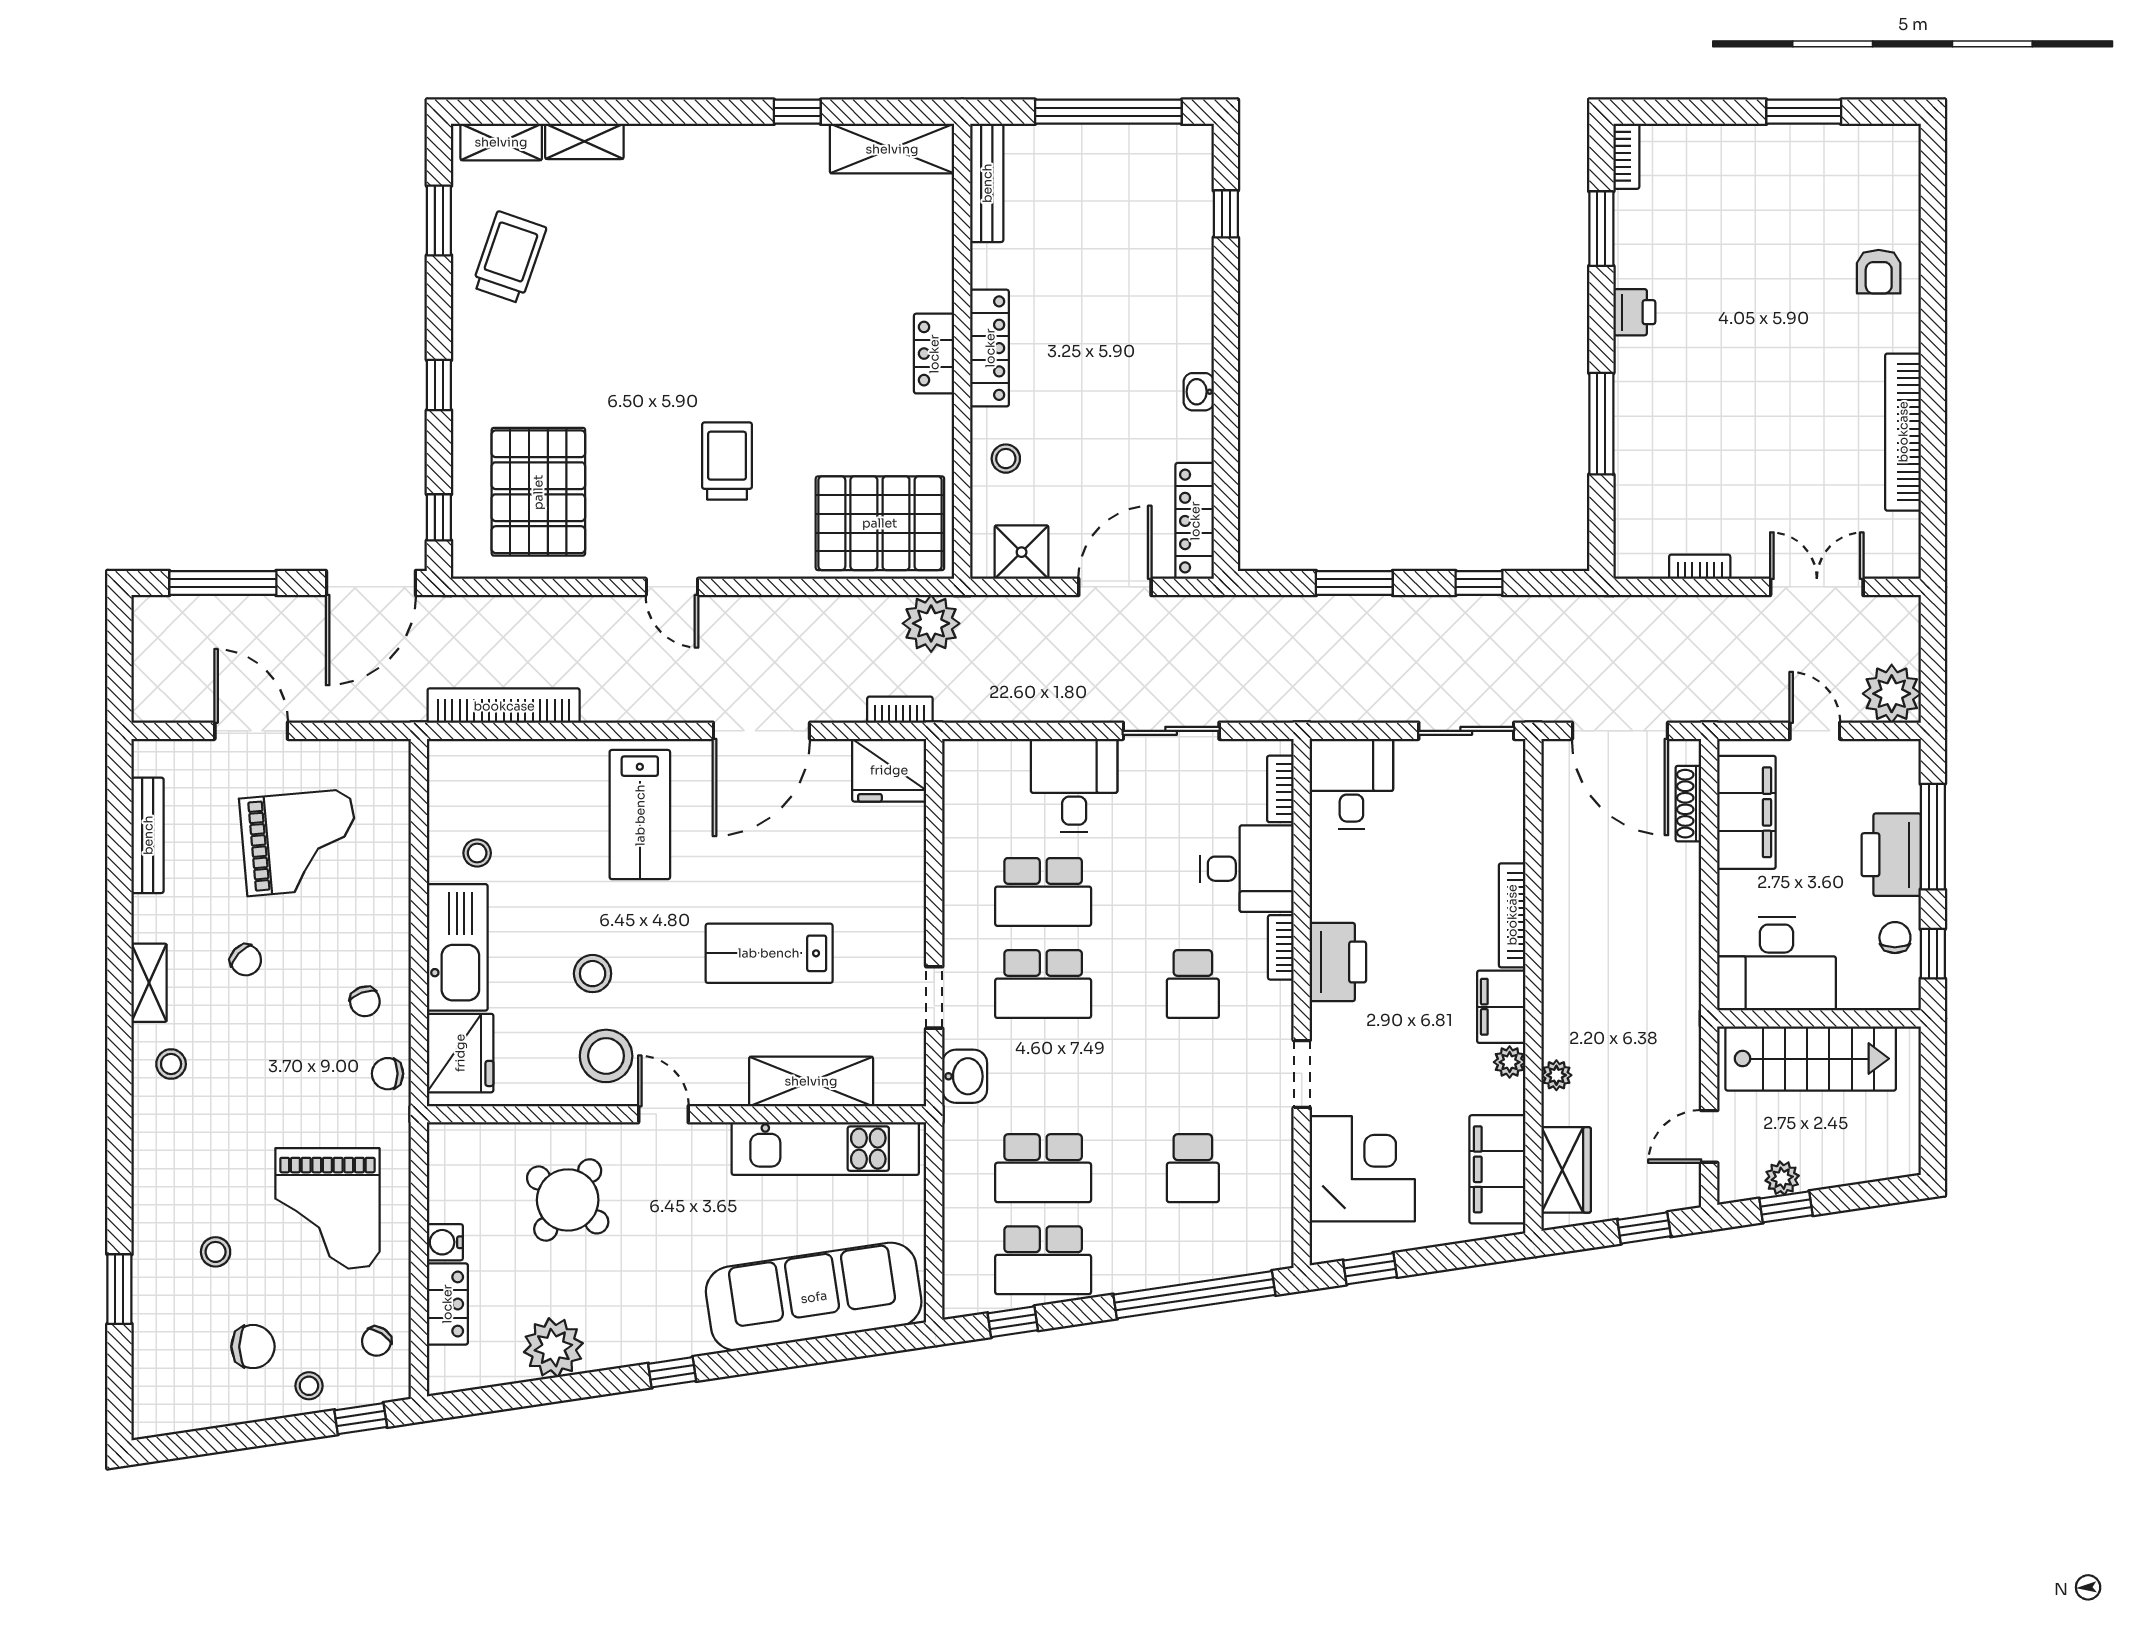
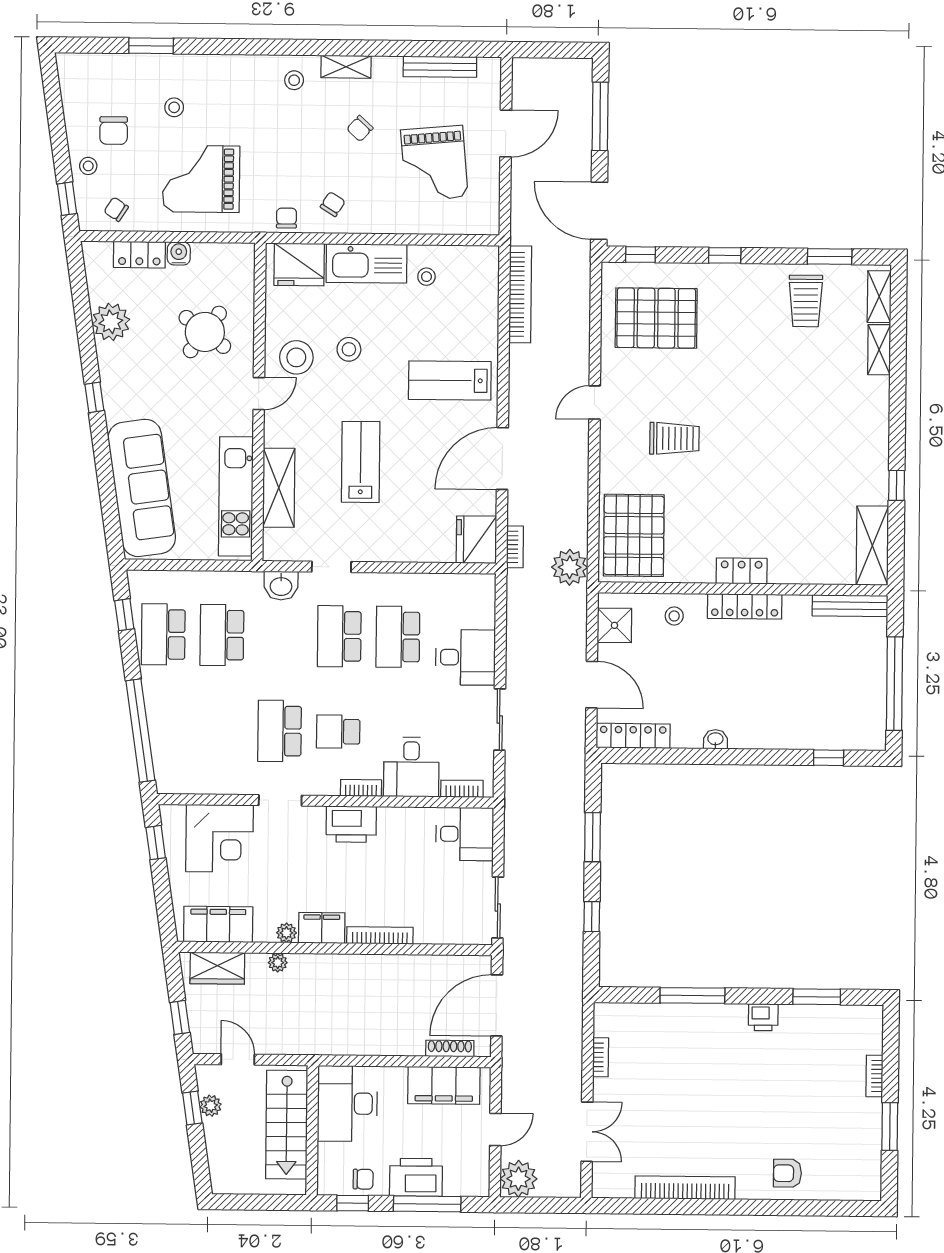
bookcase: (1626, 156) -> (874, 1076), moved, turned 90
trolley: (509, 257) -> (806, 301), turned 71
door: (761, 731) -> (502, 459), hinge flipped
chair: (365, 1001) -> (333, 204), turned 142
school desk: (1193, 1168) -> (280, 731), moved, width x1.85

